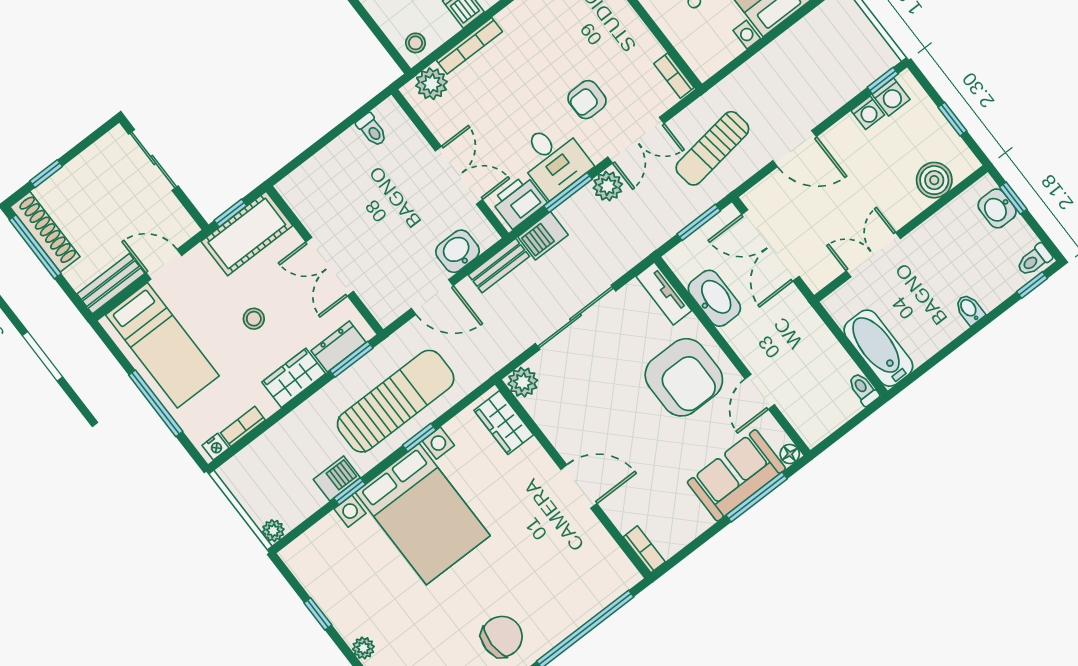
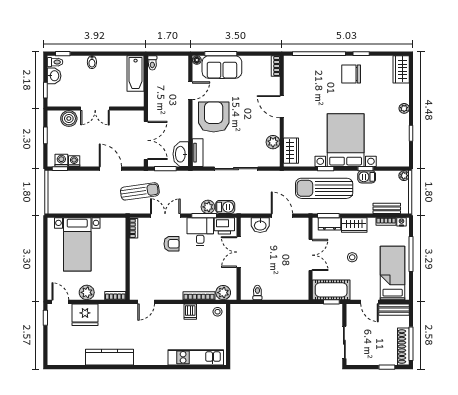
plant: (608, 186) -> (208, 207), moved
washbasin: (997, 208) -> (54, 76), moved
double door: (873, 255) -> (95, 109), moved
bench: (499, 266) -> (387, 208), moved
washbasin: (714, 298) -> (181, 154), moved
plant: (523, 382) -> (273, 142), moved

